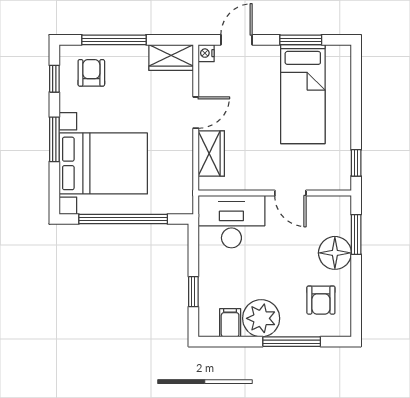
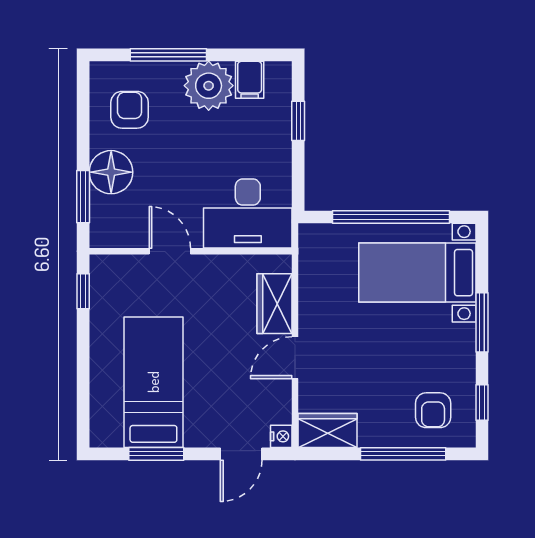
bed with nightstands: (103, 163) -> (417, 273), width x0.73

